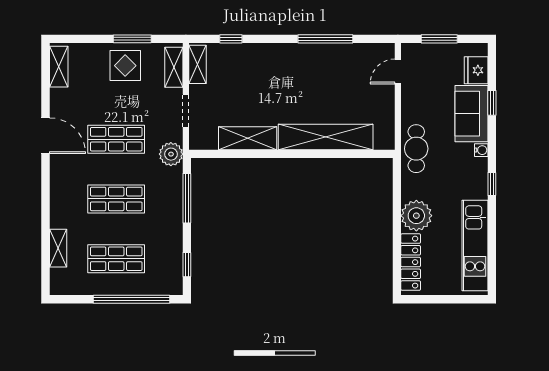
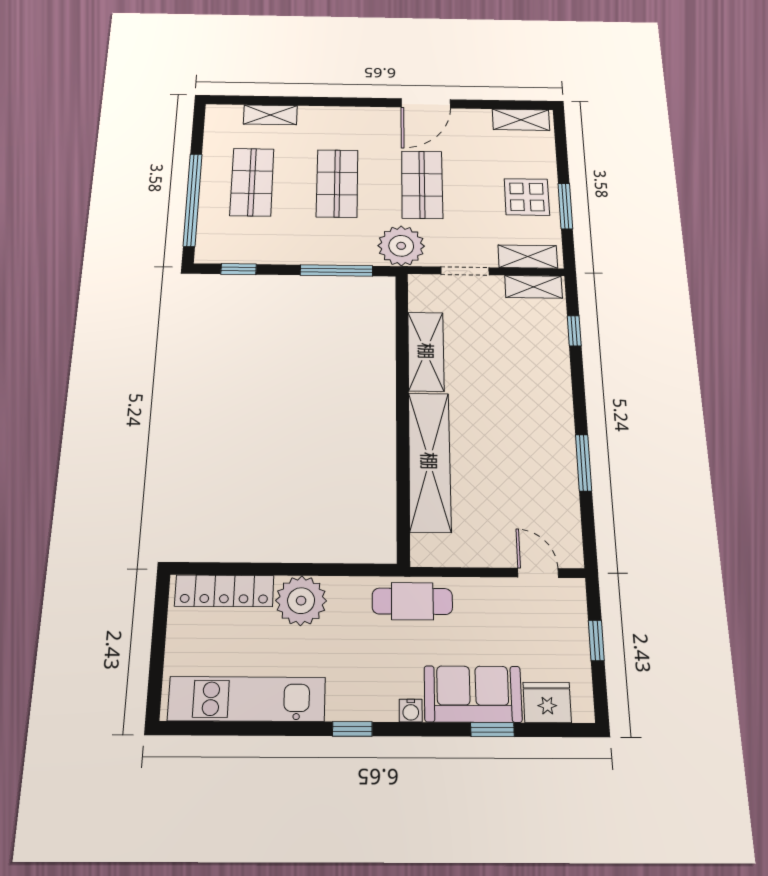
window: (325, 39) -> (584, 463), width x0.69
window: (439, 39) -> (596, 640), width x0.67
plant: (171, 154) -> (401, 246), width x1.36, depth x1.36

